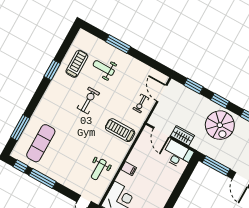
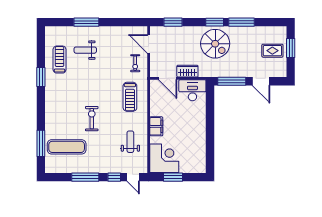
exercise bike: (88, 101) -> (92, 119), moved
window: (220, 101) -> (215, 22), moved
treadmill: (120, 130) -> (130, 97), turned -90
exercise mat: (41, 143) -> (67, 147), turned 90
window: (21, 166) -> (114, 177), moved
weight bench: (99, 169) -> (130, 142), turned 180
filing cabinet: (129, 169) -> (156, 126), width x2.00

